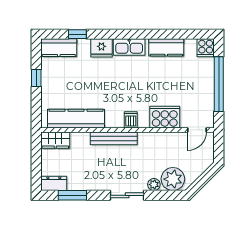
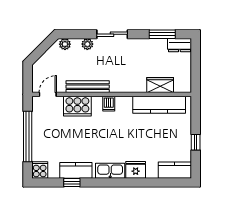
window: (77, 34) -> (72, 183), moved
bench: (114, 138) -> (88, 87), moved
wardrobe: (55, 140) -> (160, 85), moved
plant: (173, 179) -> (65, 44), width x0.53, depth x0.53

